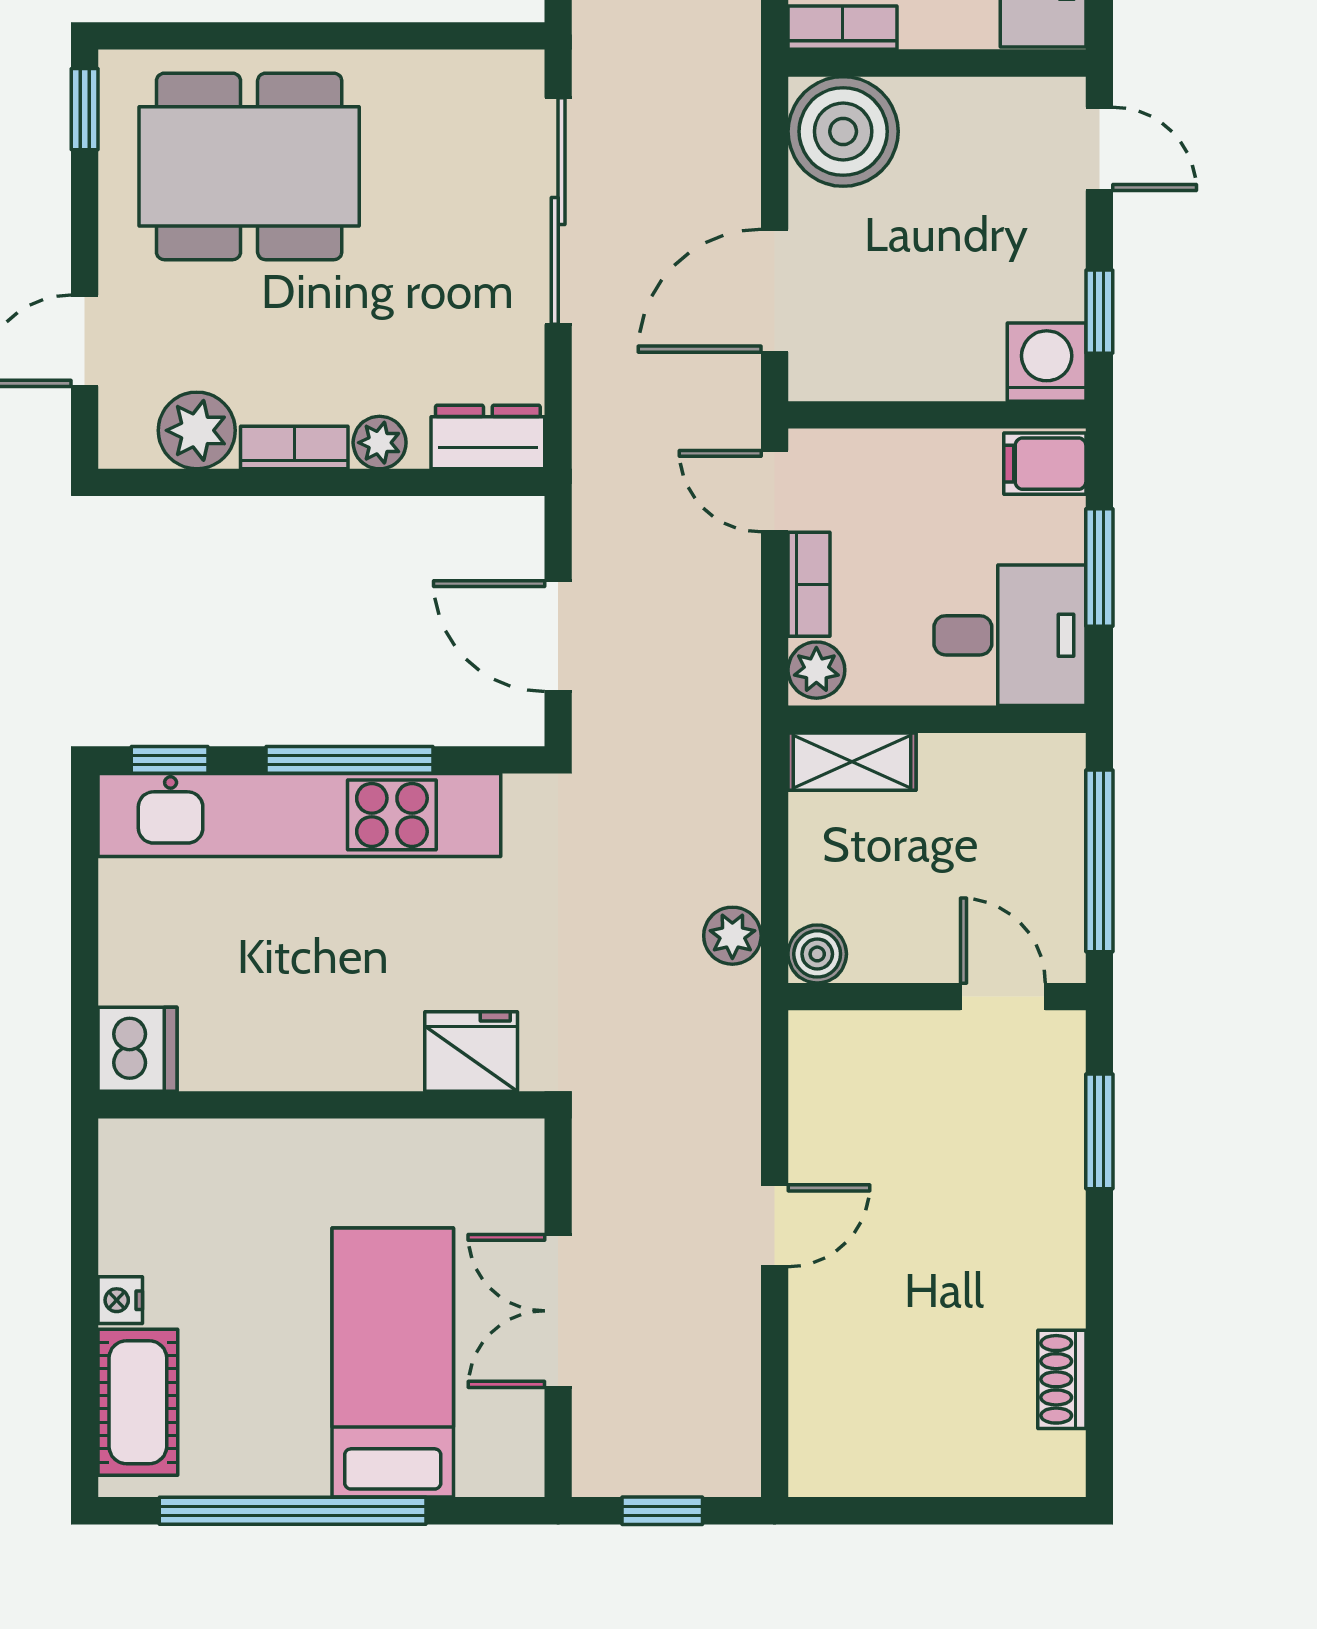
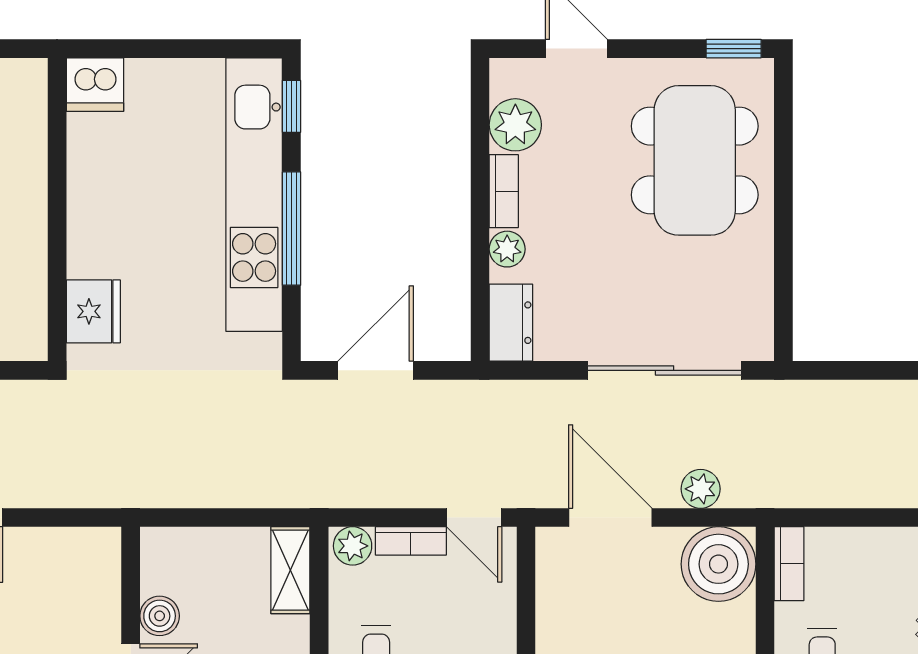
door: (775, 491) -> (474, 518), swing flipped
plant: (732, 936) -> (701, 489), moved
boiler: (817, 954) -> (160, 616), moved

